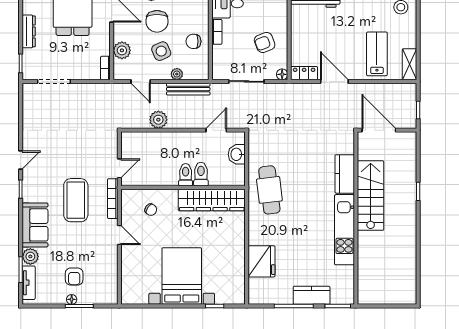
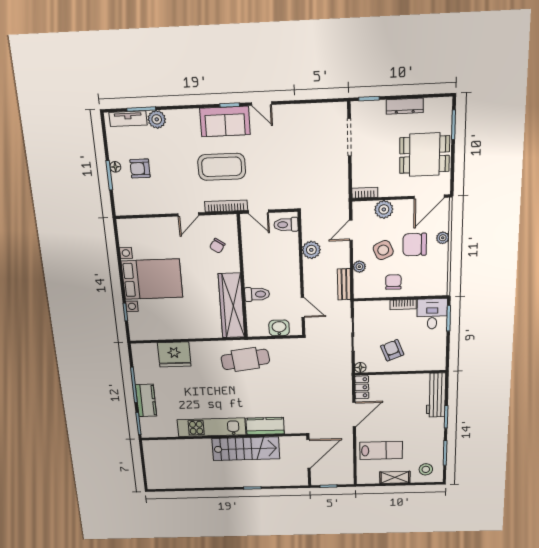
shelving: (410, 64) -> (395, 477), moved
bench: (188, 89) -> (344, 284), width x0.73
toilet: (186, 175) -> (286, 225), moved, turned 180
sofa: (35, 225) -> (225, 121), moved

